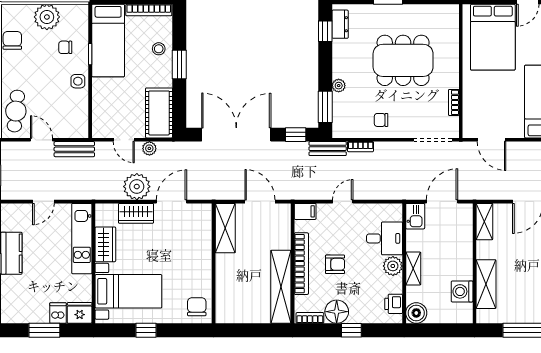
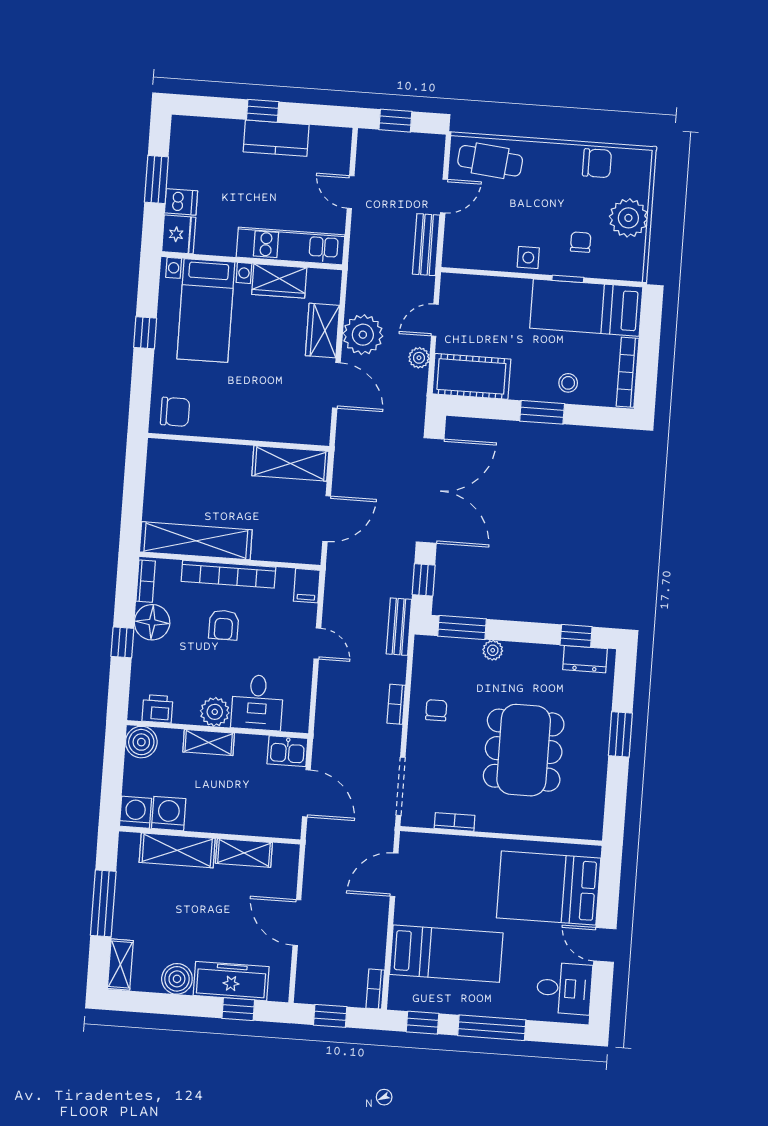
bookcase: (361, 147) -> (396, 704), moved
shelving: (484, 222) -> (244, 853), moved
washing machine: (463, 313) -> (135, 812), added

